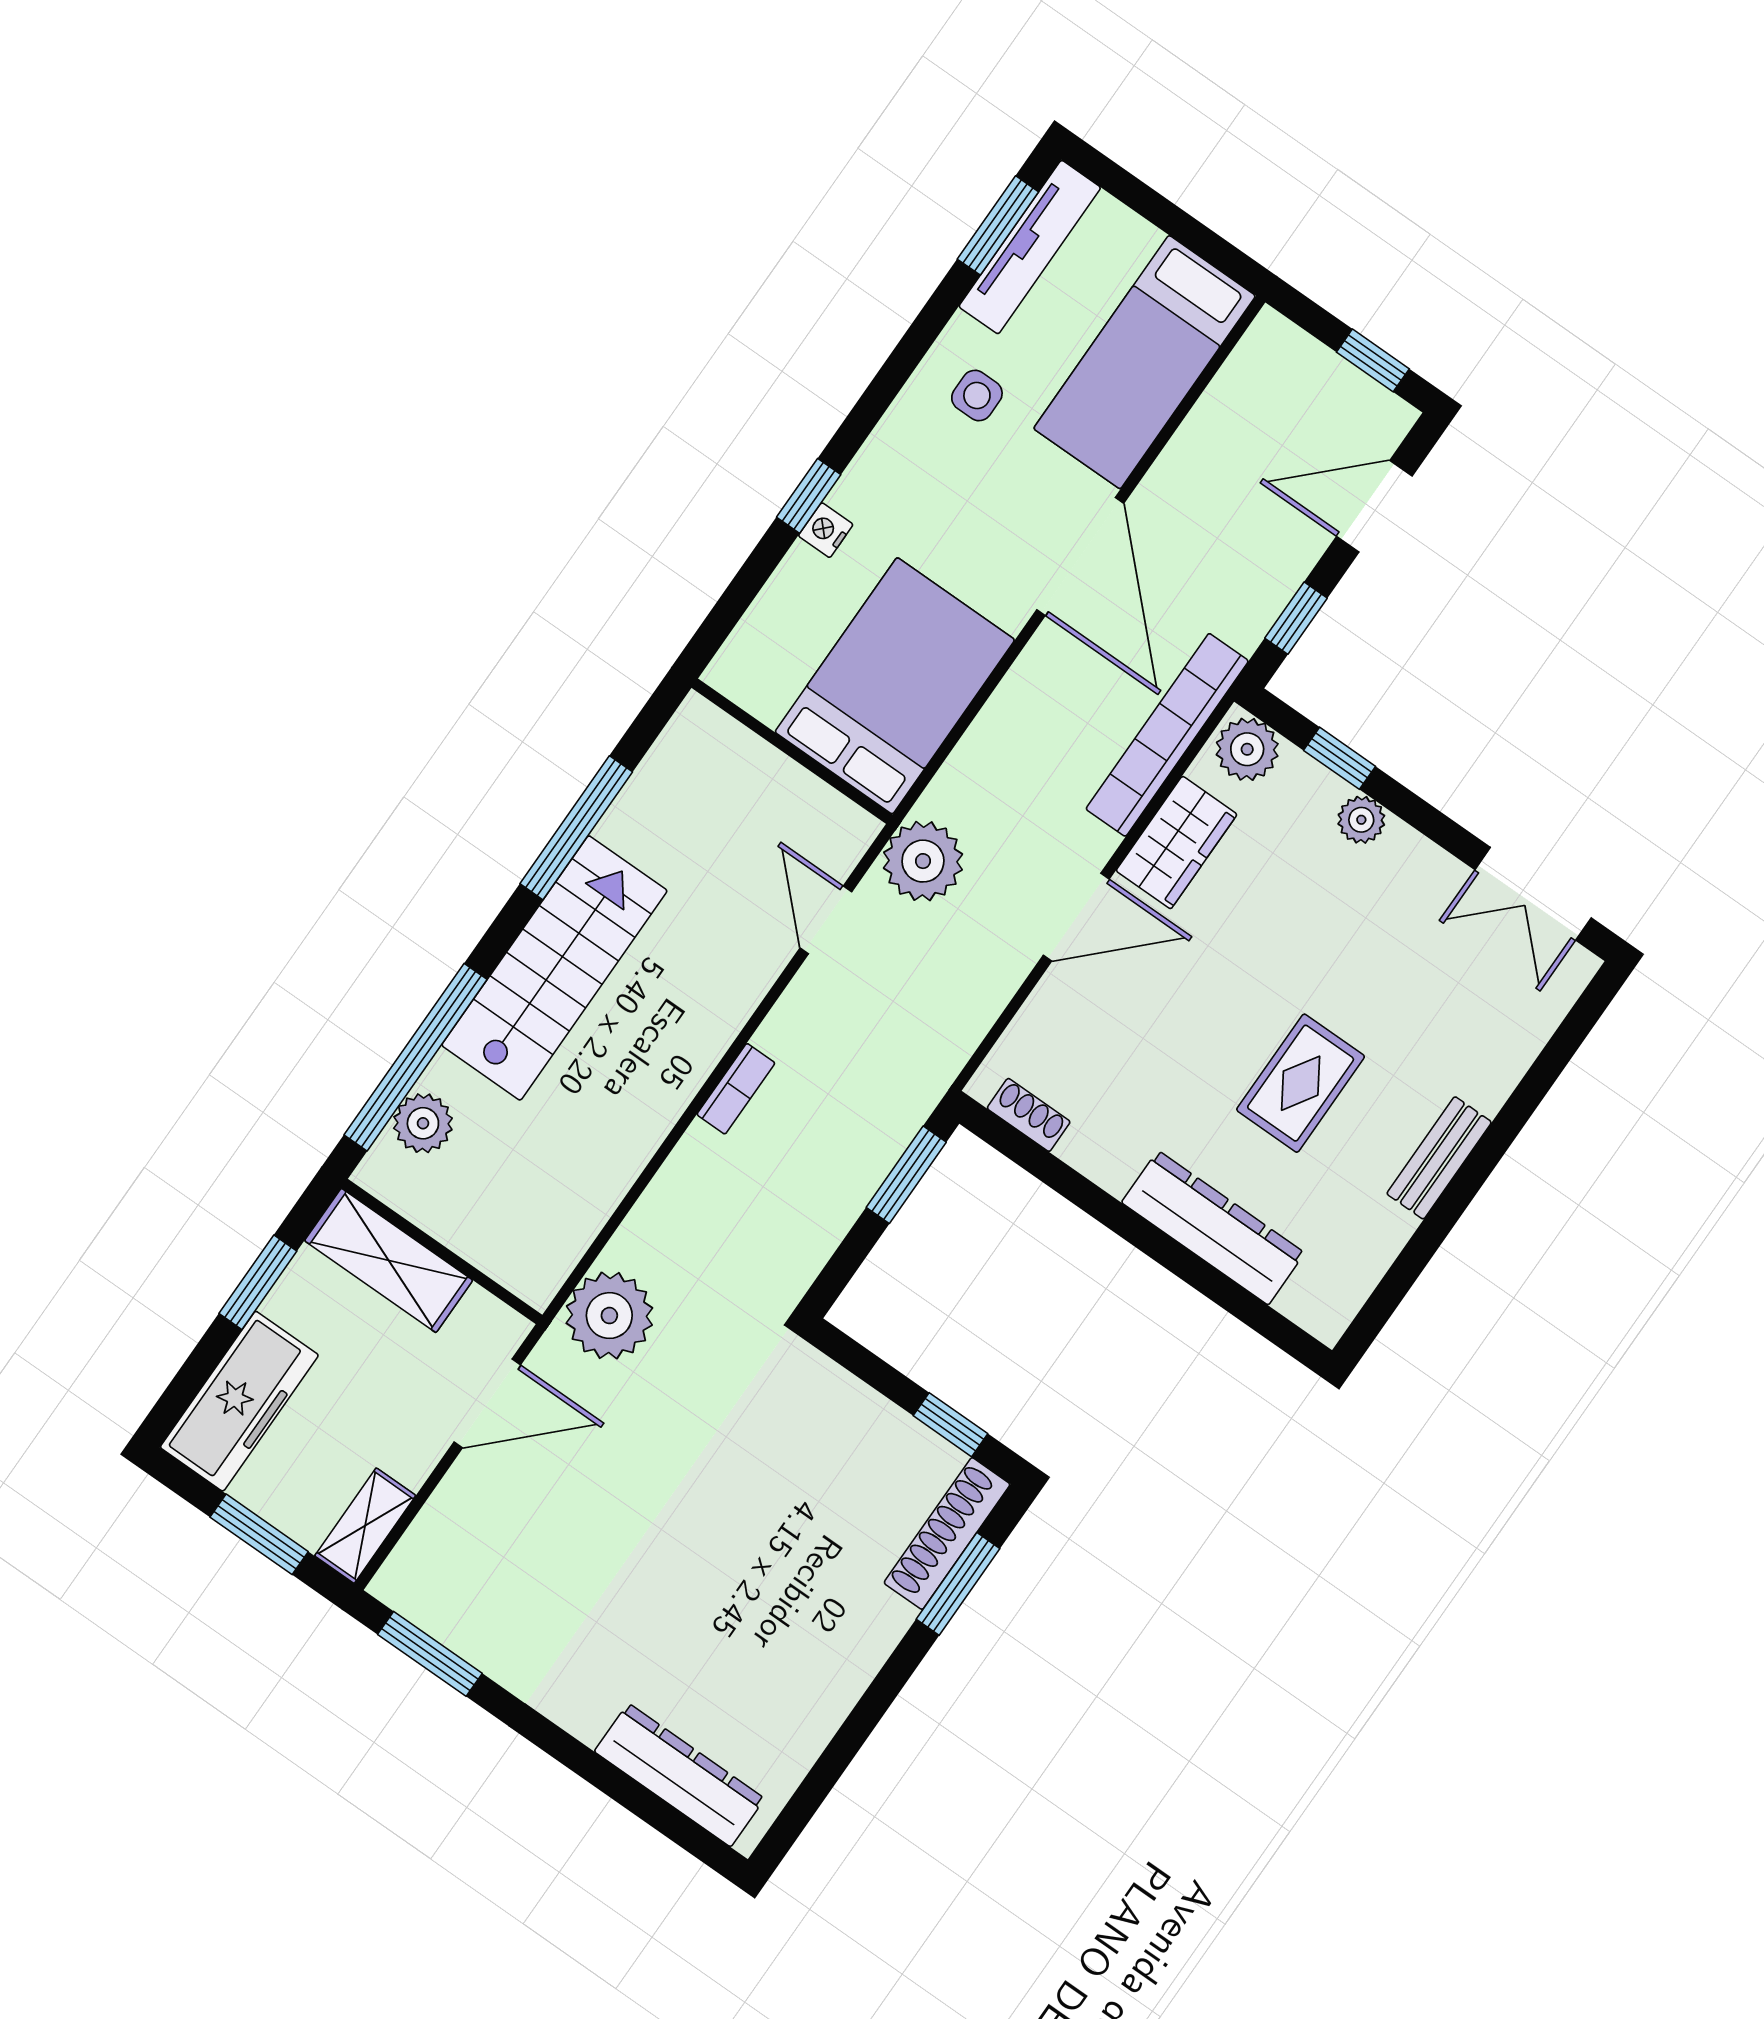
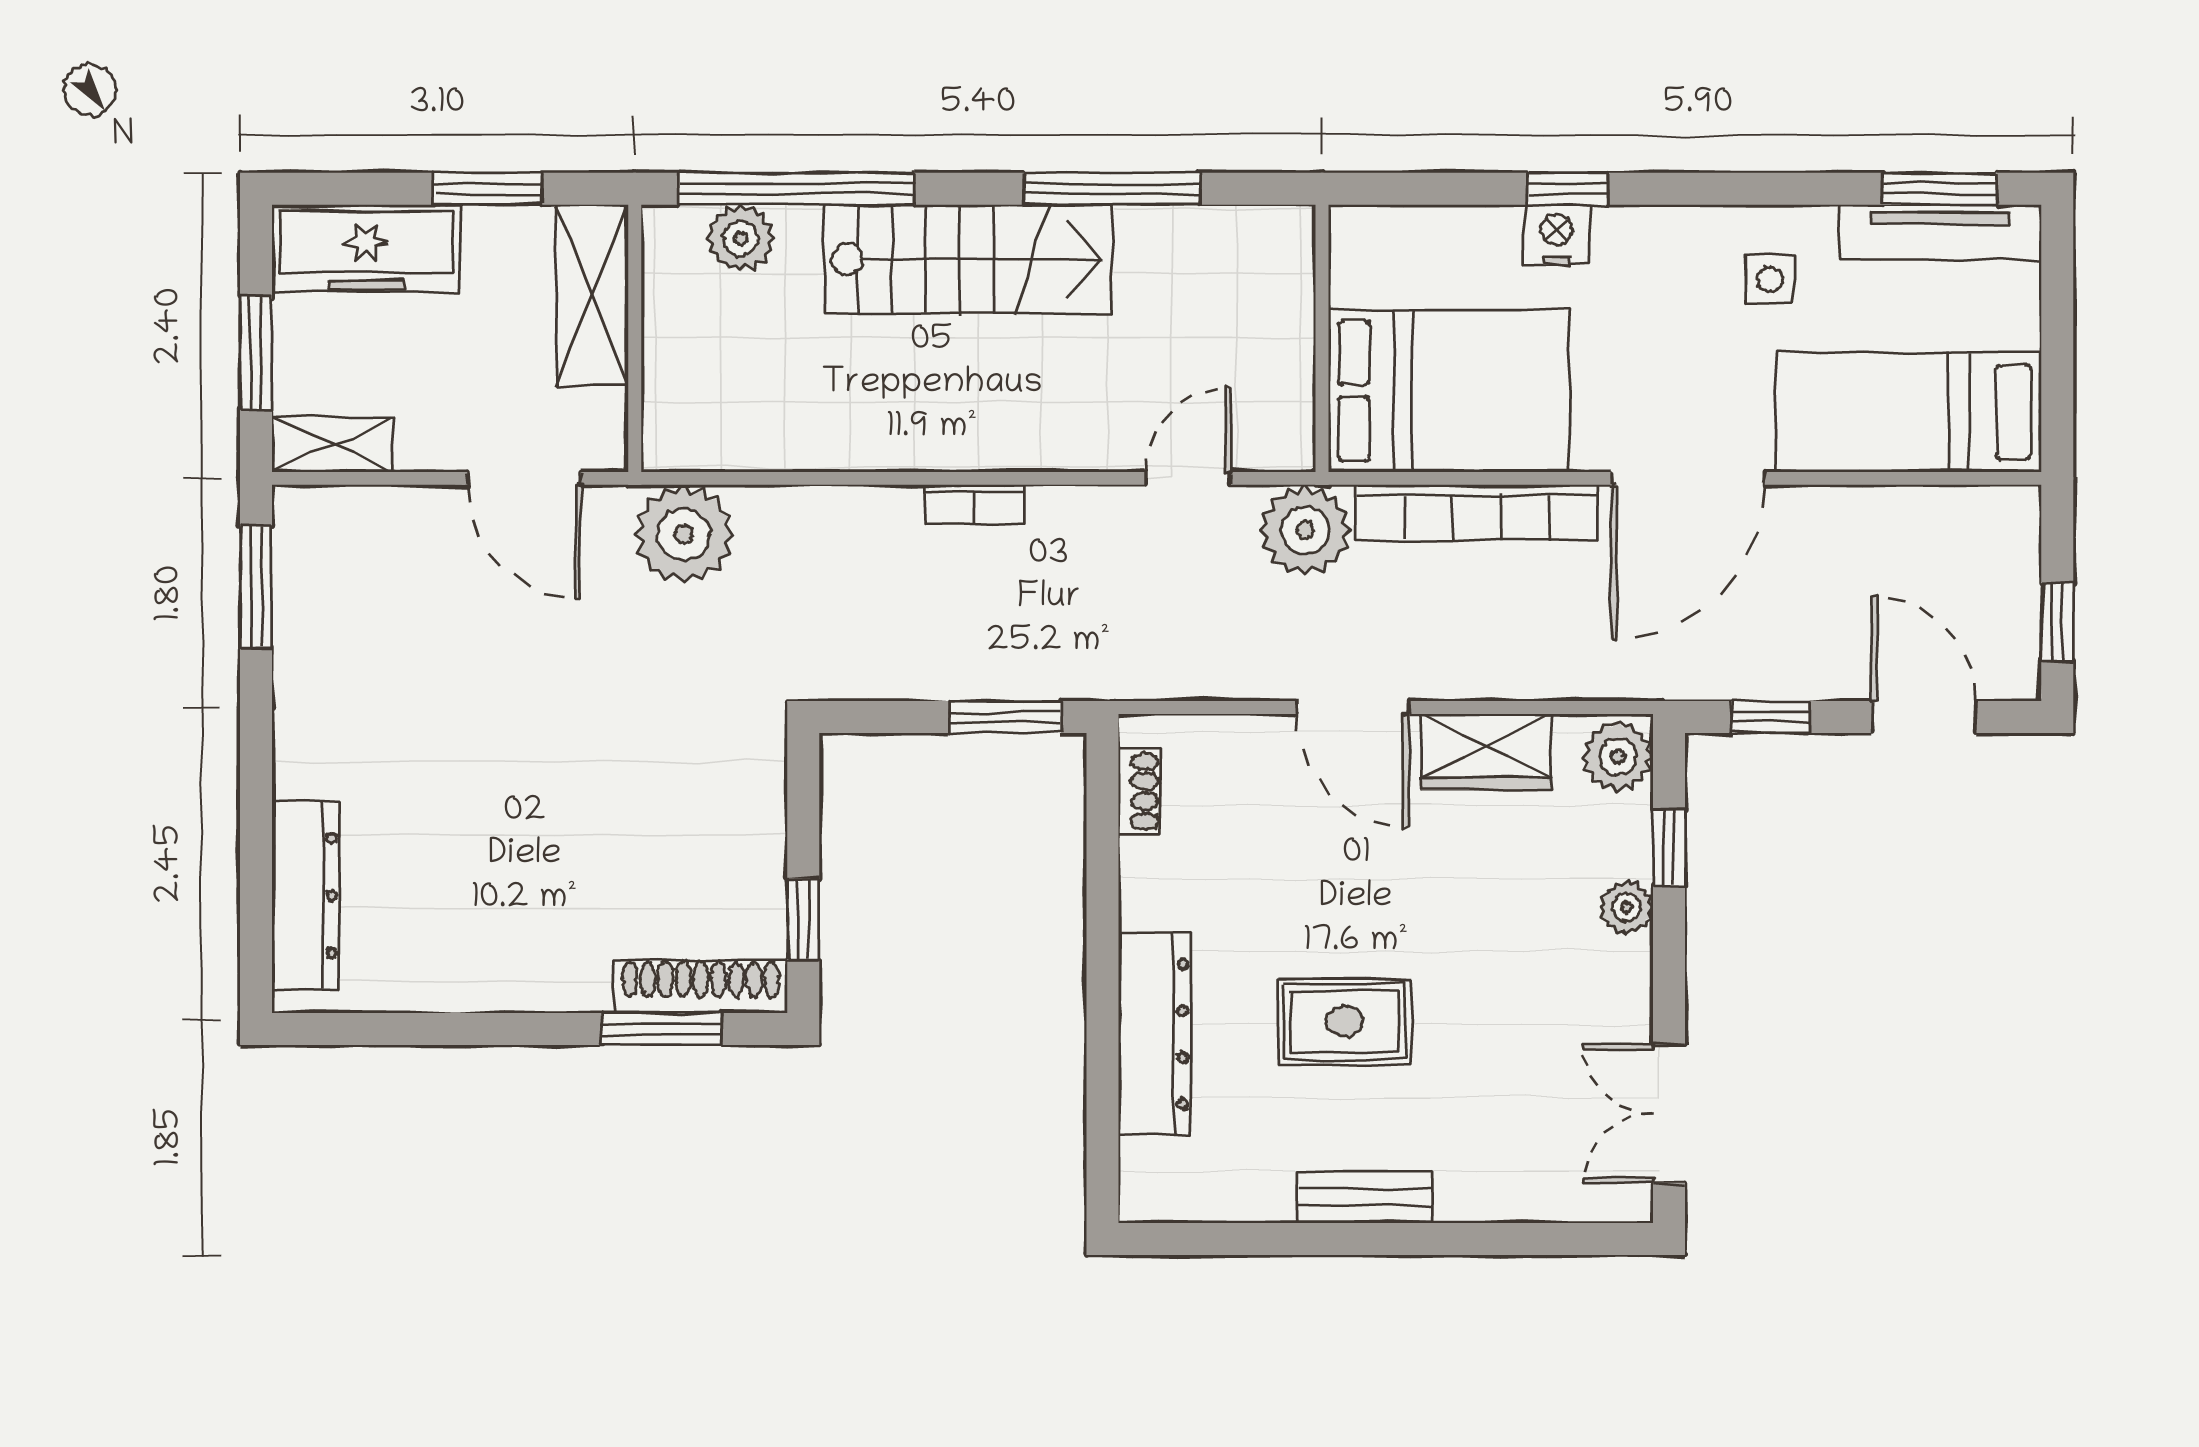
nightstand: (826, 530) -> (1557, 234), width x1.39, depth x1.35
bookcase: (1167, 735) -> (1477, 512), moved, turned 180

